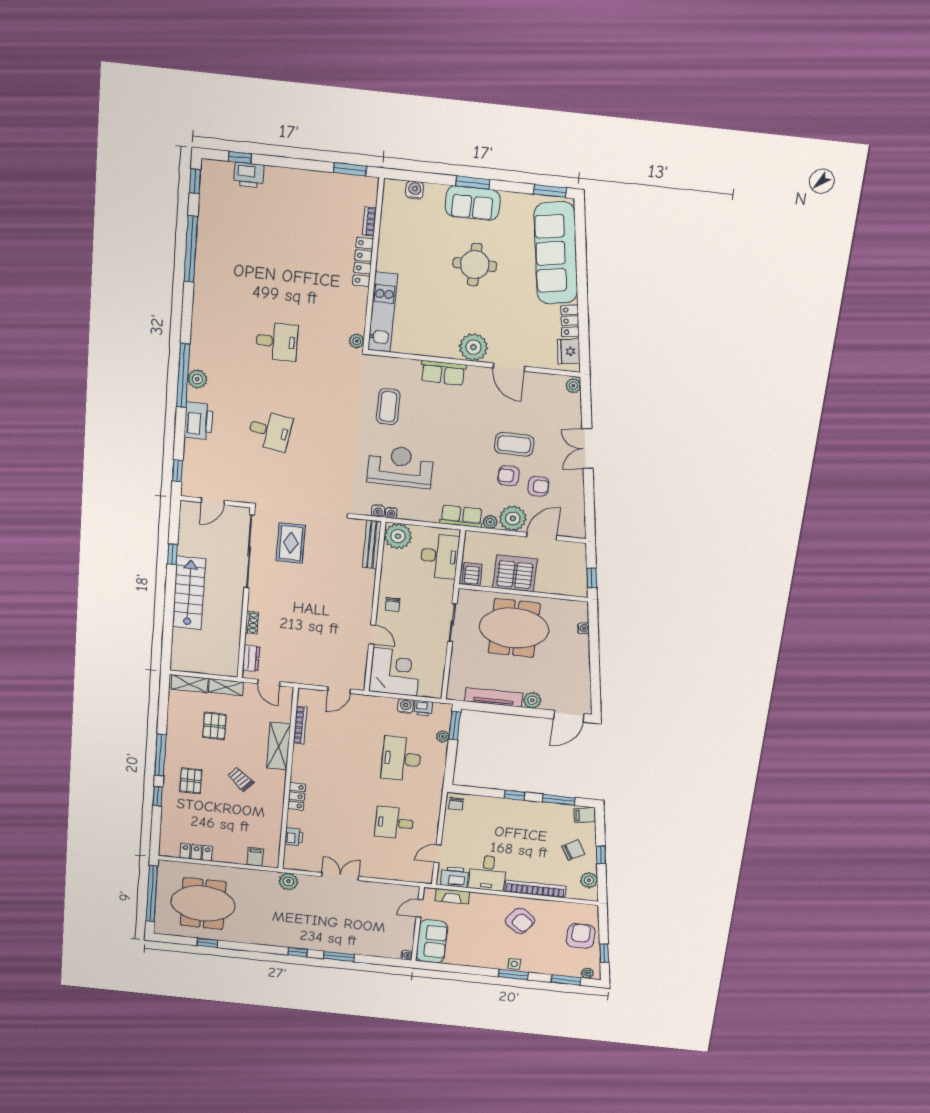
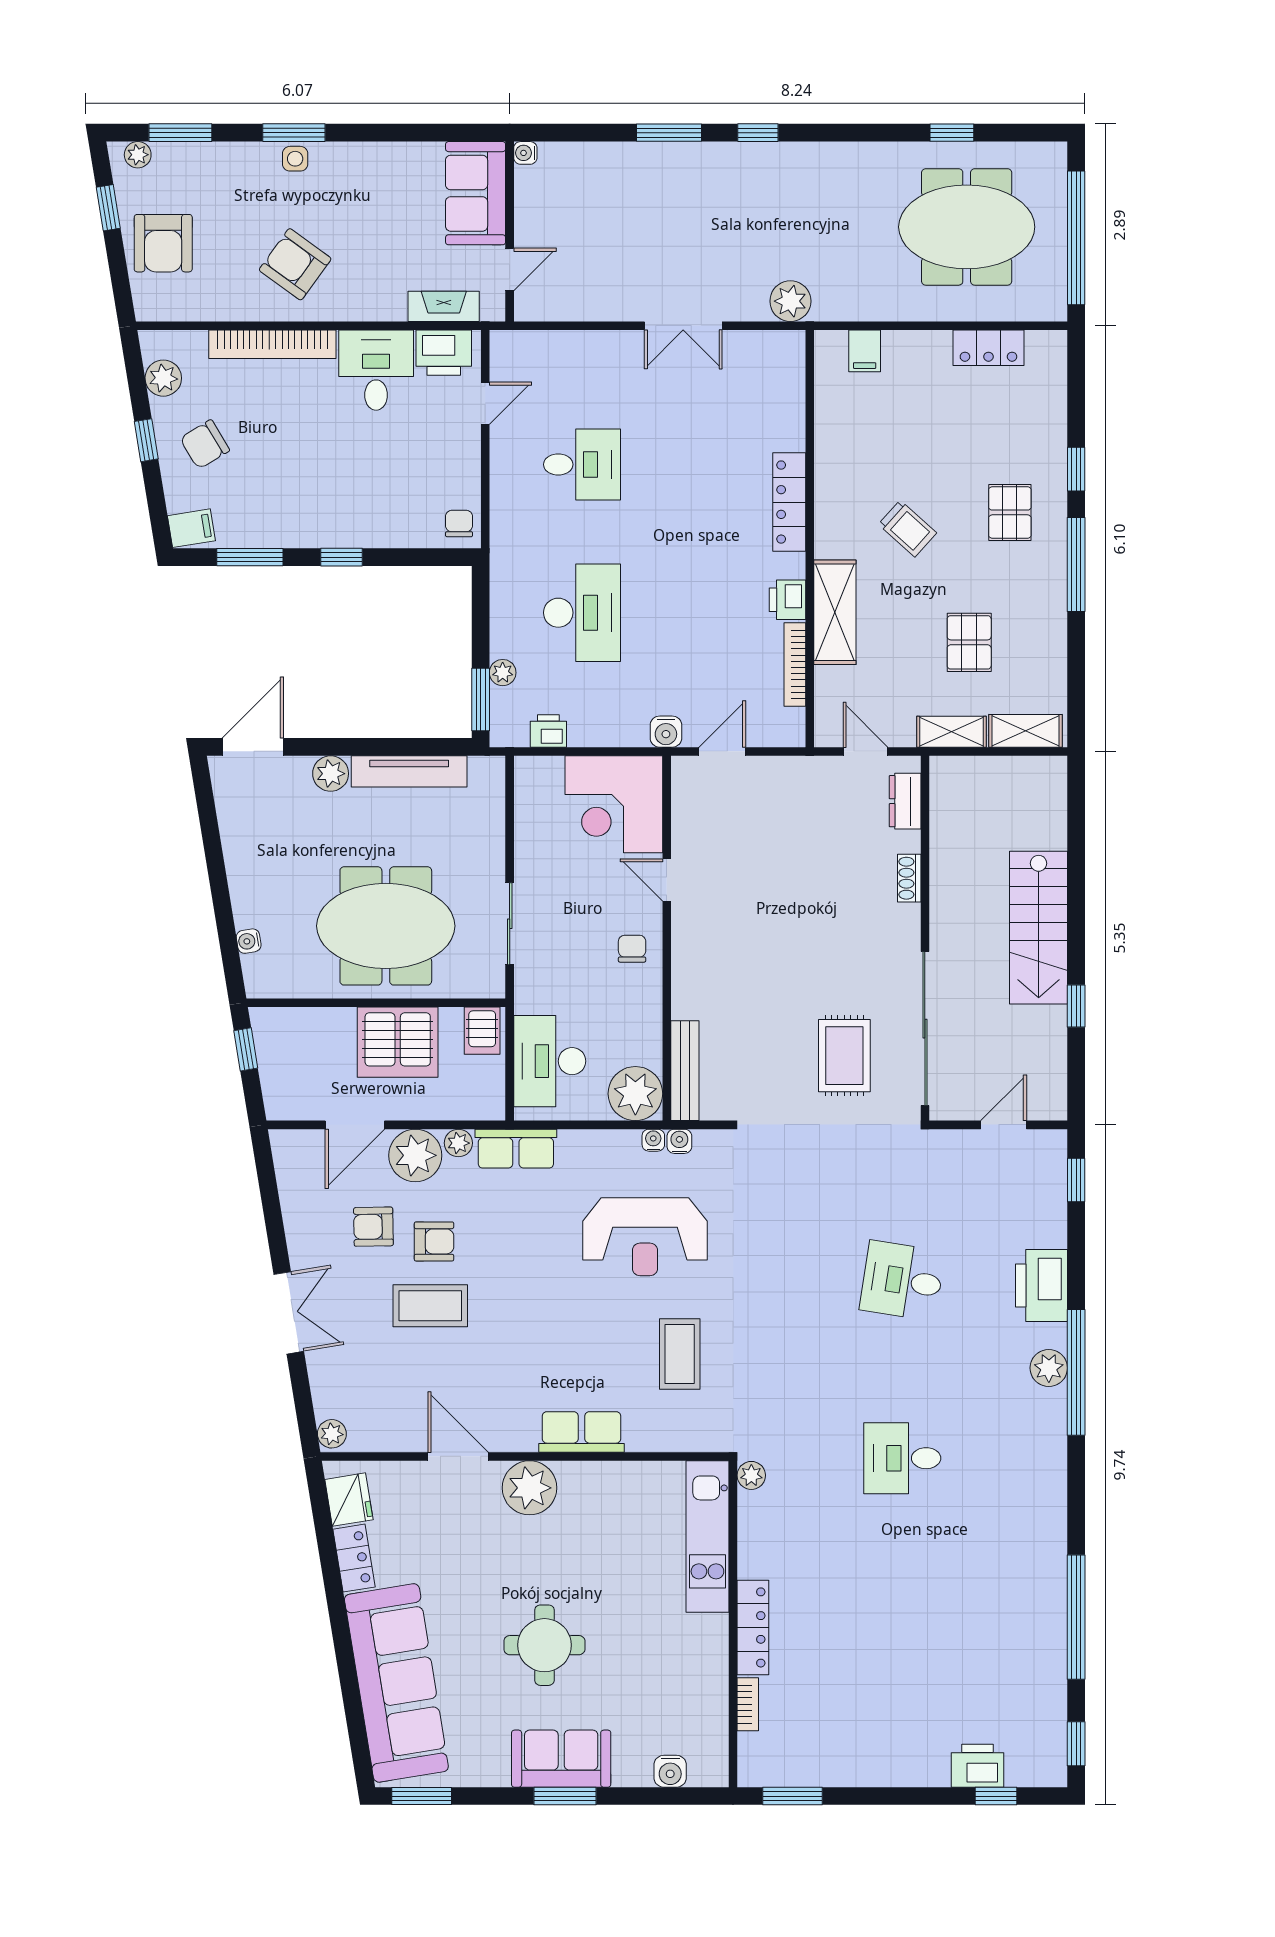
water cooler: (405, 706) -> (666, 732), moved
locker: (297, 796) -> (789, 502), width x1.53
printer: (294, 837) -> (787, 600), moved

